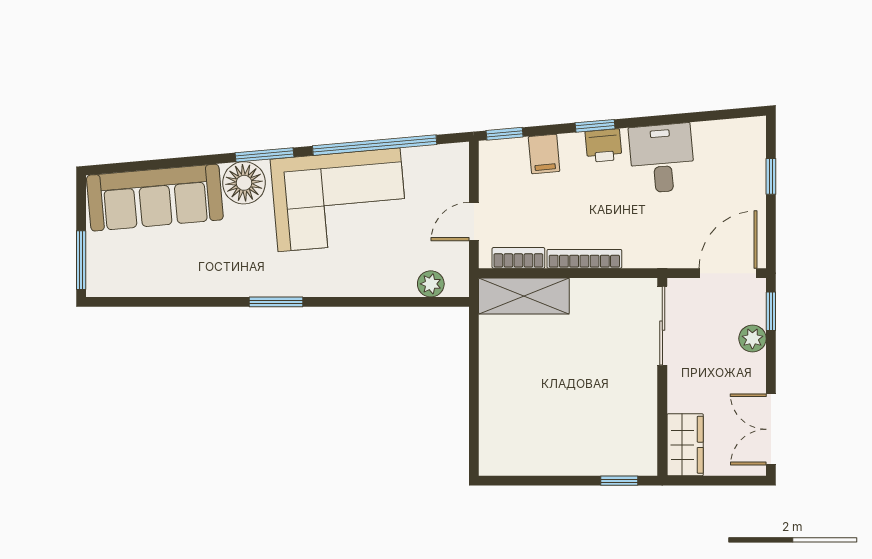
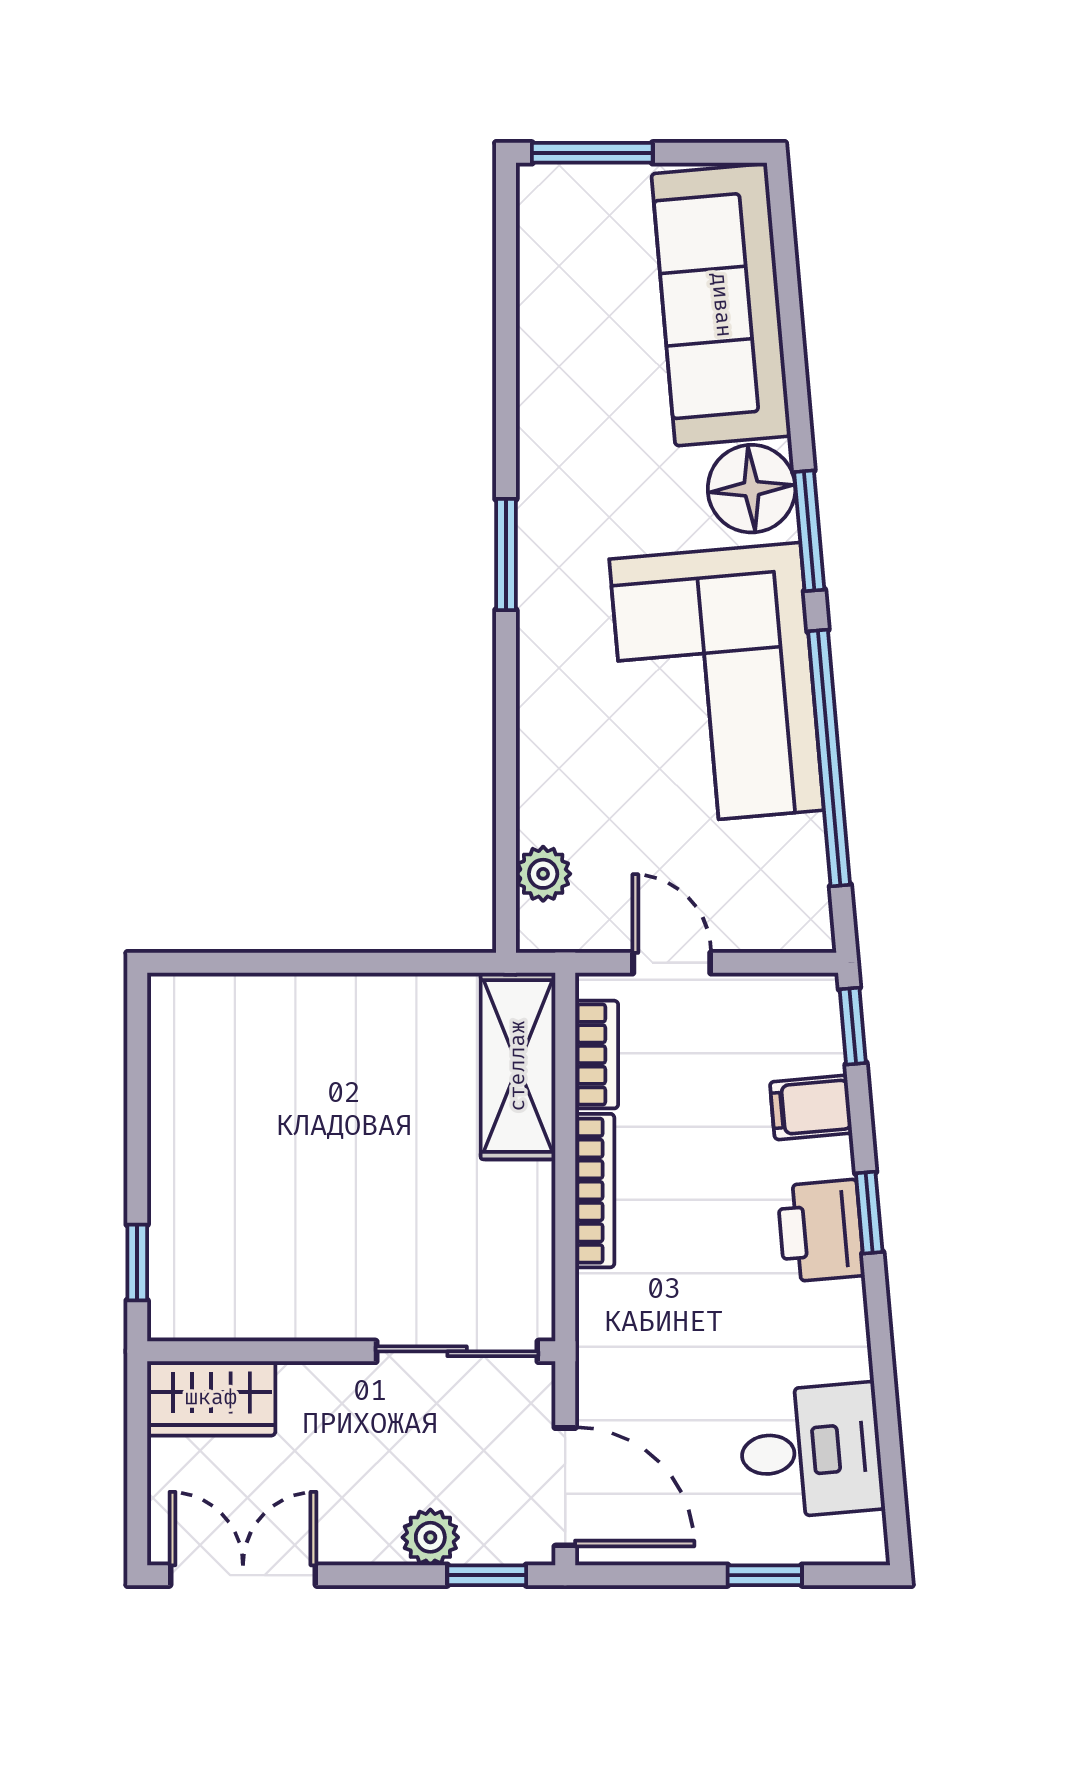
printer: (604, 146) -> (821, 1231), width x1.36, depth x1.24
desk: (662, 158) -> (811, 1451), moved

